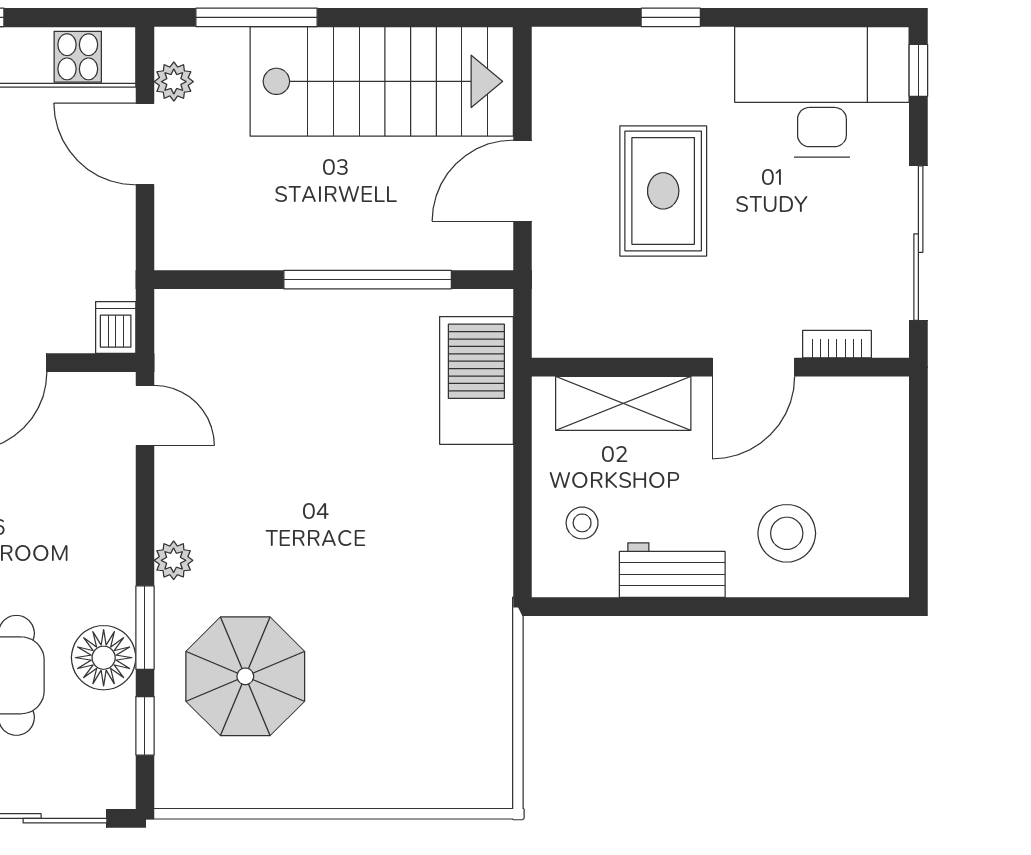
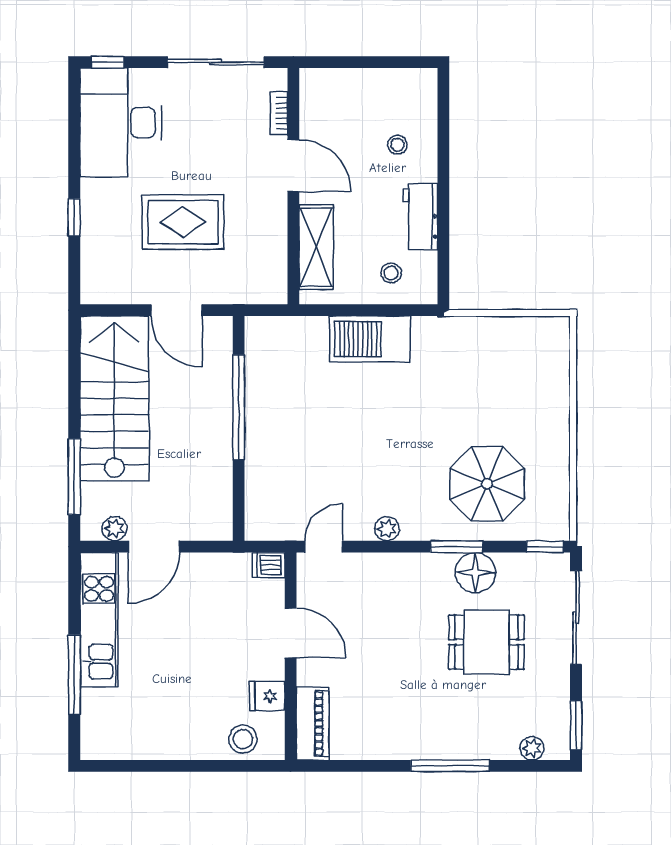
barbecue: (476, 380) -> (370, 339), moved
stool: (787, 533) -> (397, 145), width x0.53, depth x0.53
plant: (174, 560) -> (387, 529), moved
window: (145, 726) -> (545, 547), moved

